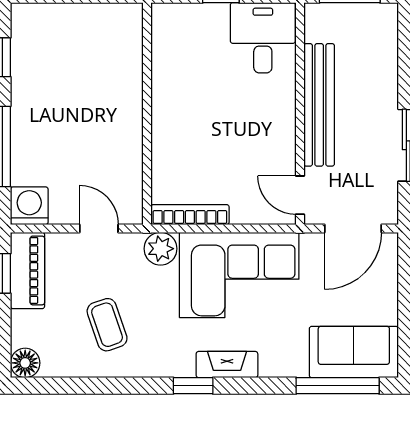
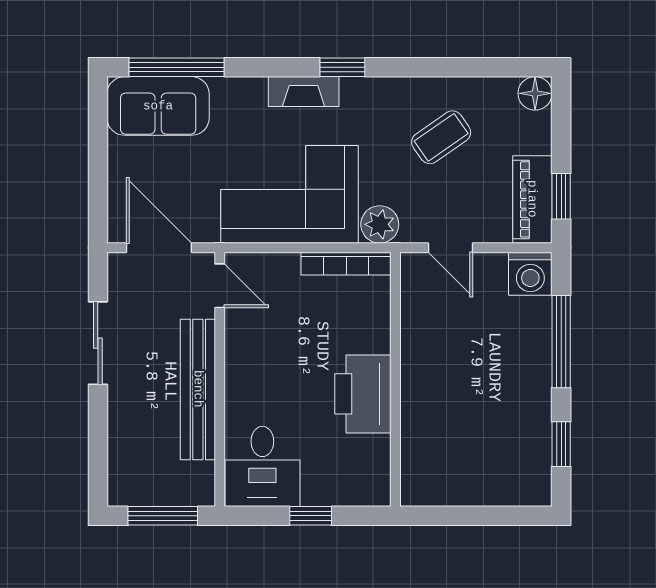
printer: (175, 101) -> (363, 394), added
door: (353, 228) -> (159, 248), hinge flipped
coffee table: (107, 325) -> (441, 137), turned 74

